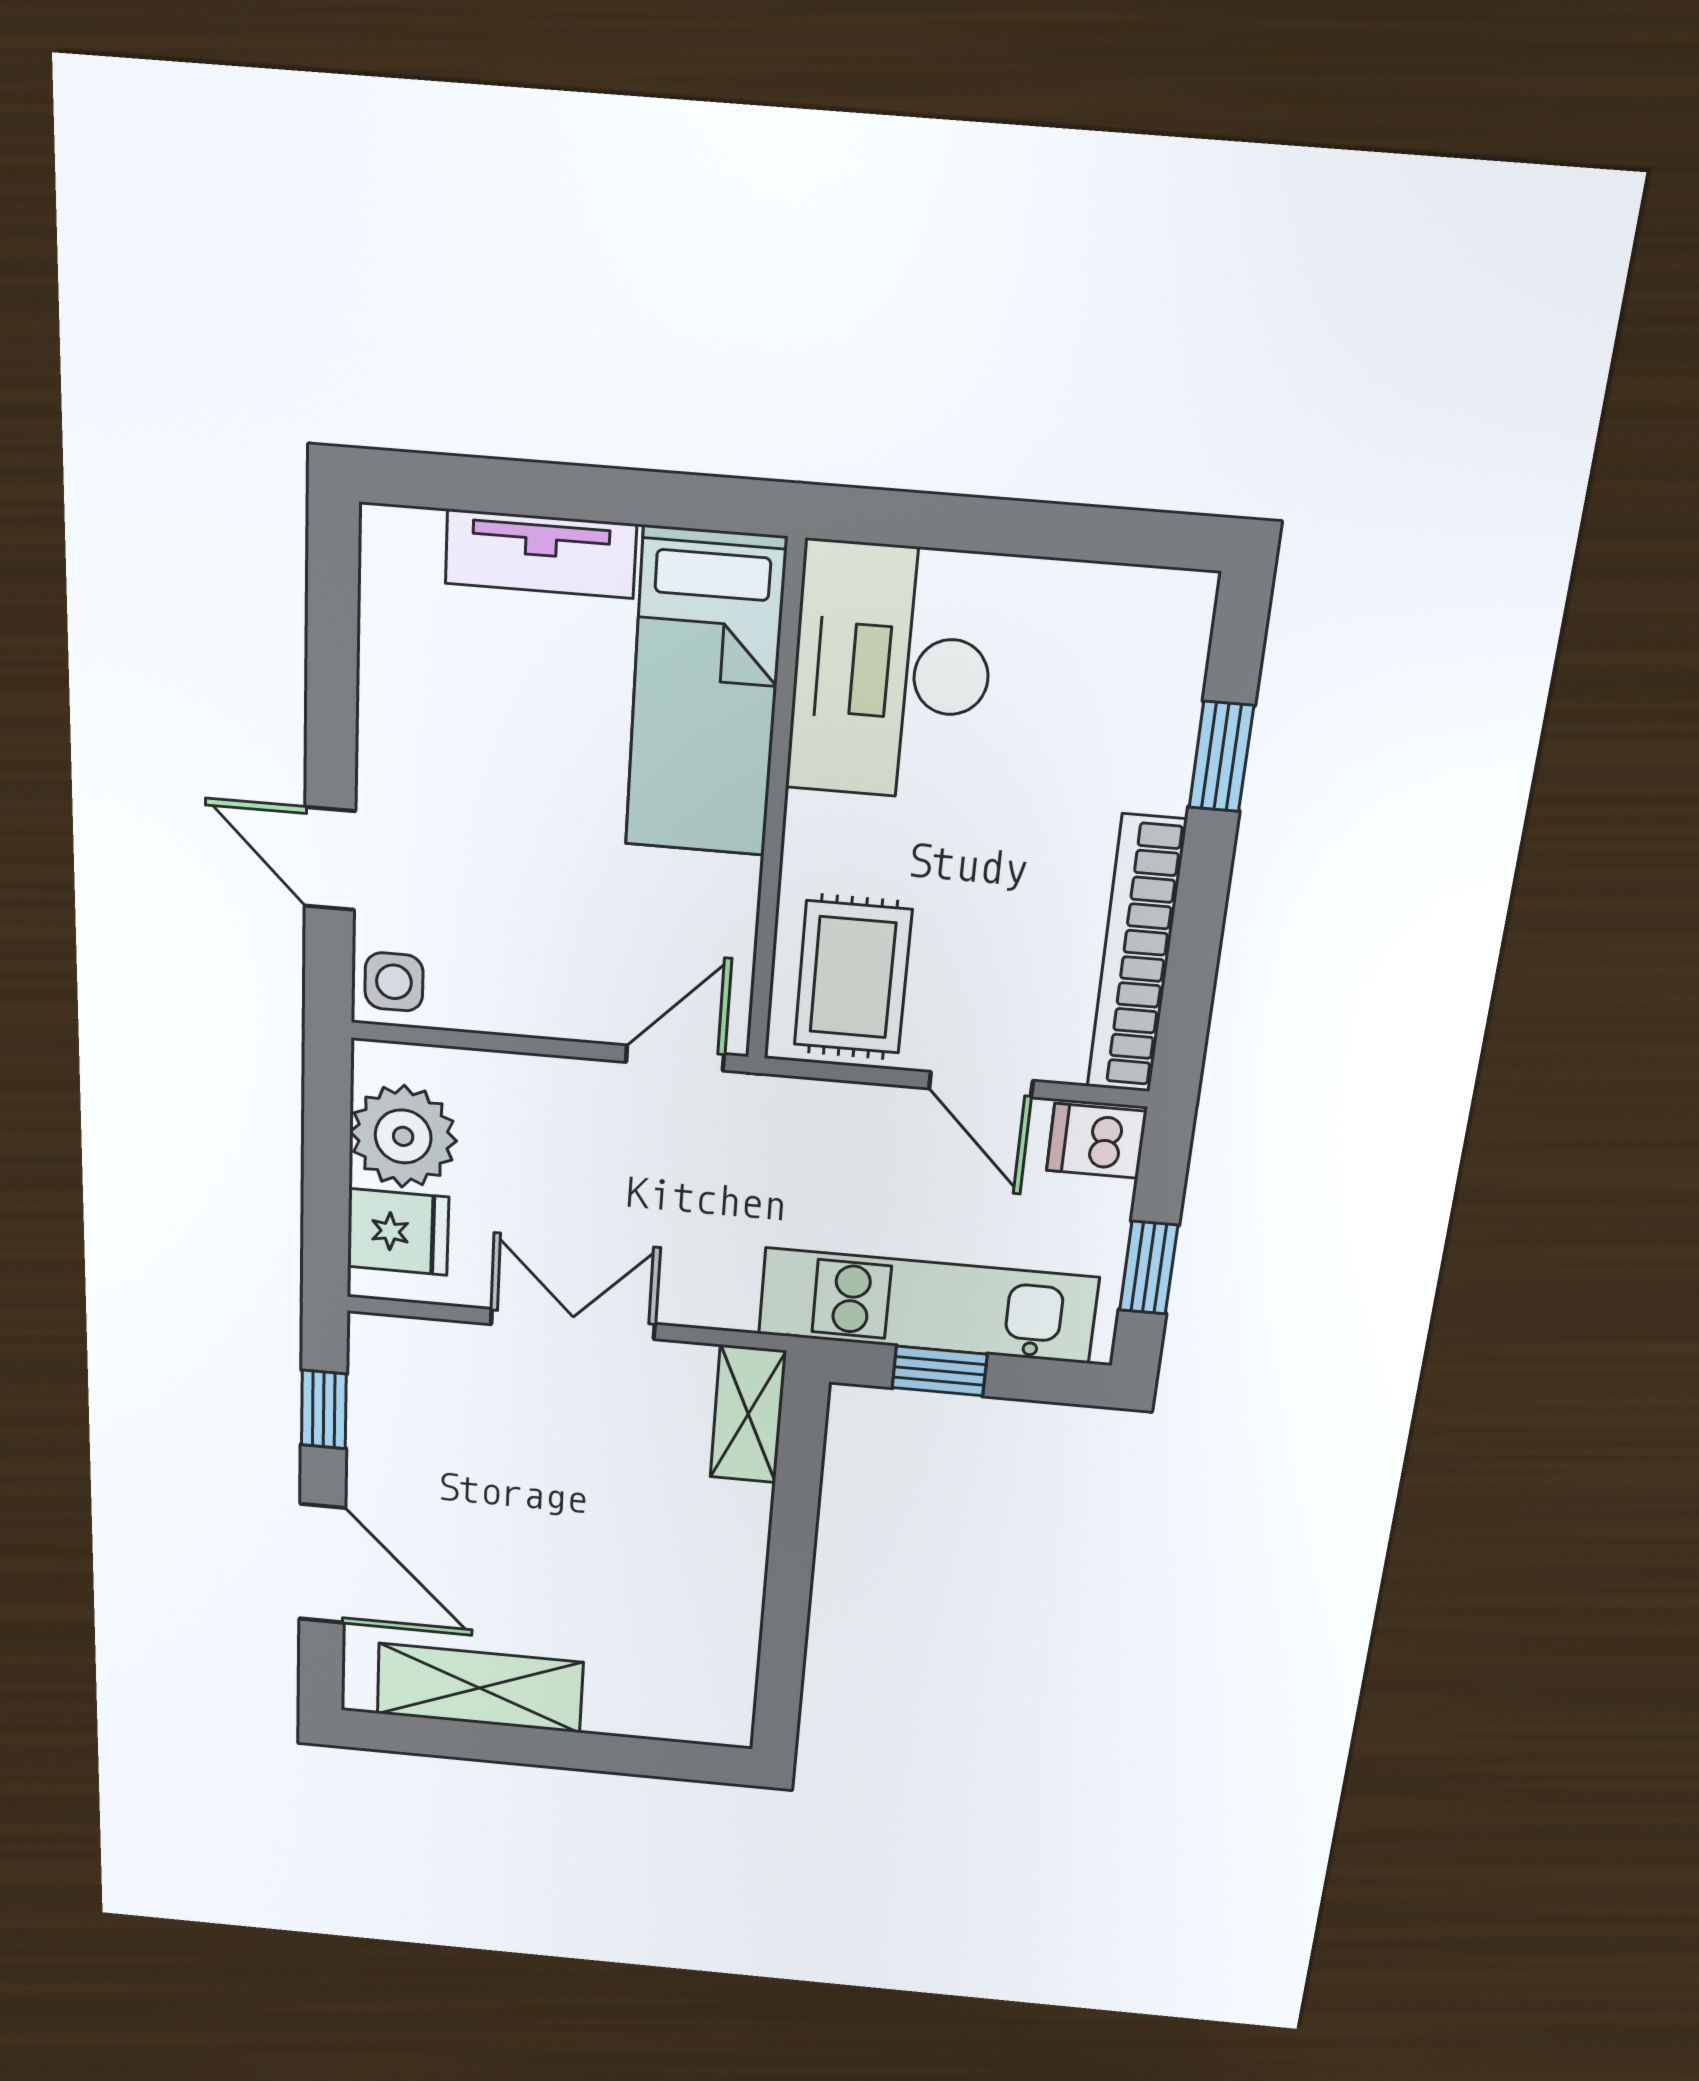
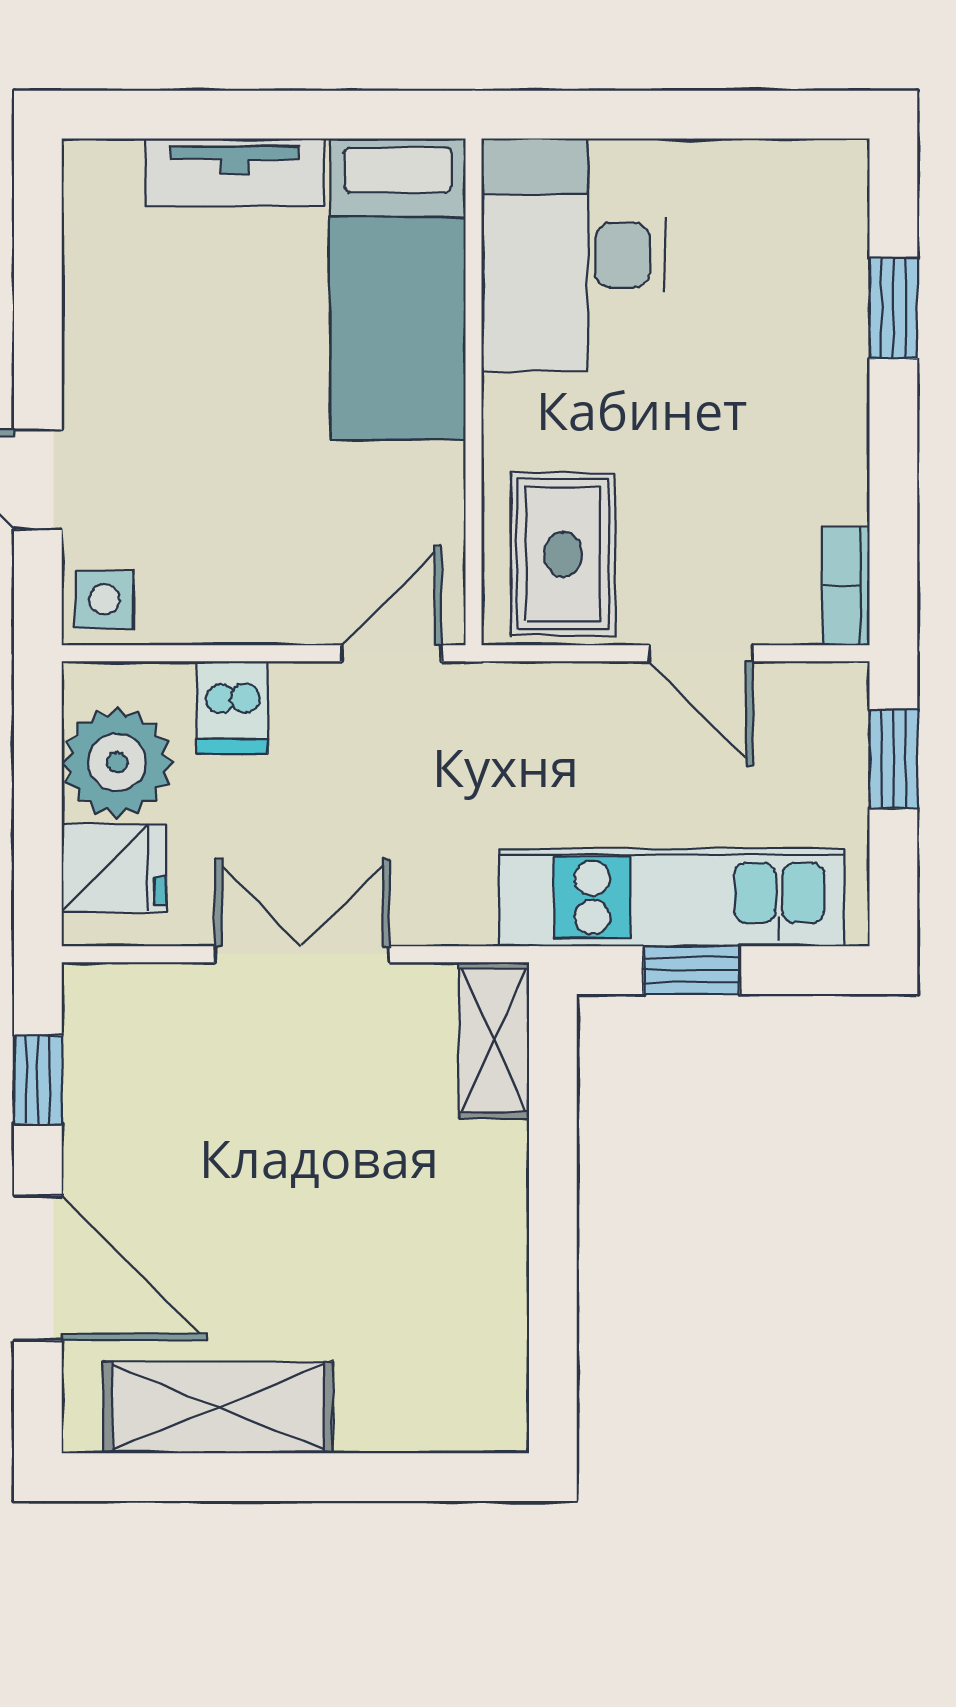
bookcase: (1136, 955) -> (846, 586), width x0.43, depth x0.76
dishwasher: (1096, 1141) -> (232, 708), moved, turned -90
window: (1149, 1268) -> (893, 759), moved

